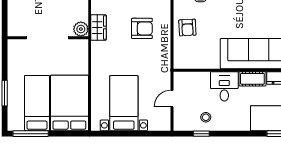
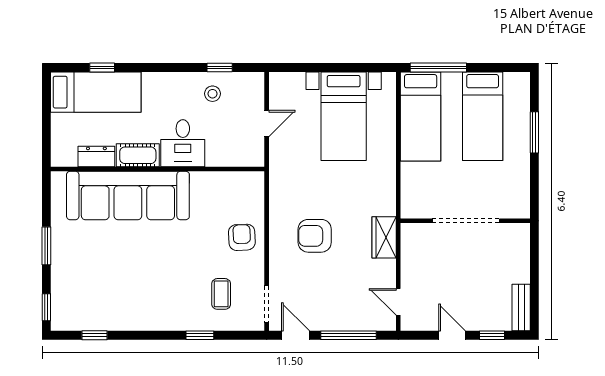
plant: (81, 29) -> (412, 235), removed
bed: (69, 103) -> (421, 117), width x0.67
window: (31, 134) -> (438, 67), moved

